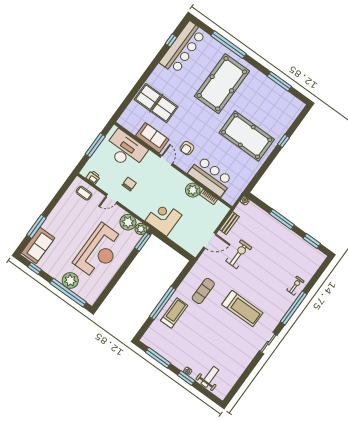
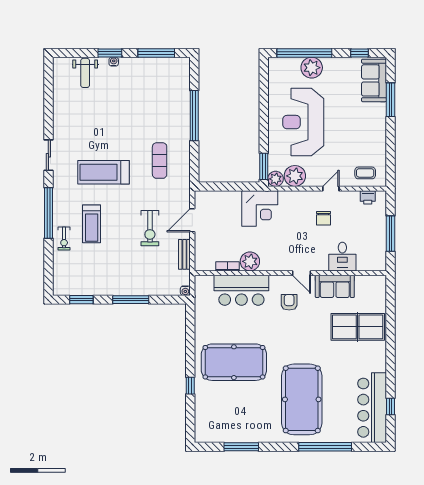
desk: (126, 150) -> (342, 257), width x0.53, depth x0.77
treadmill: (174, 313) -> (92, 224), moved

